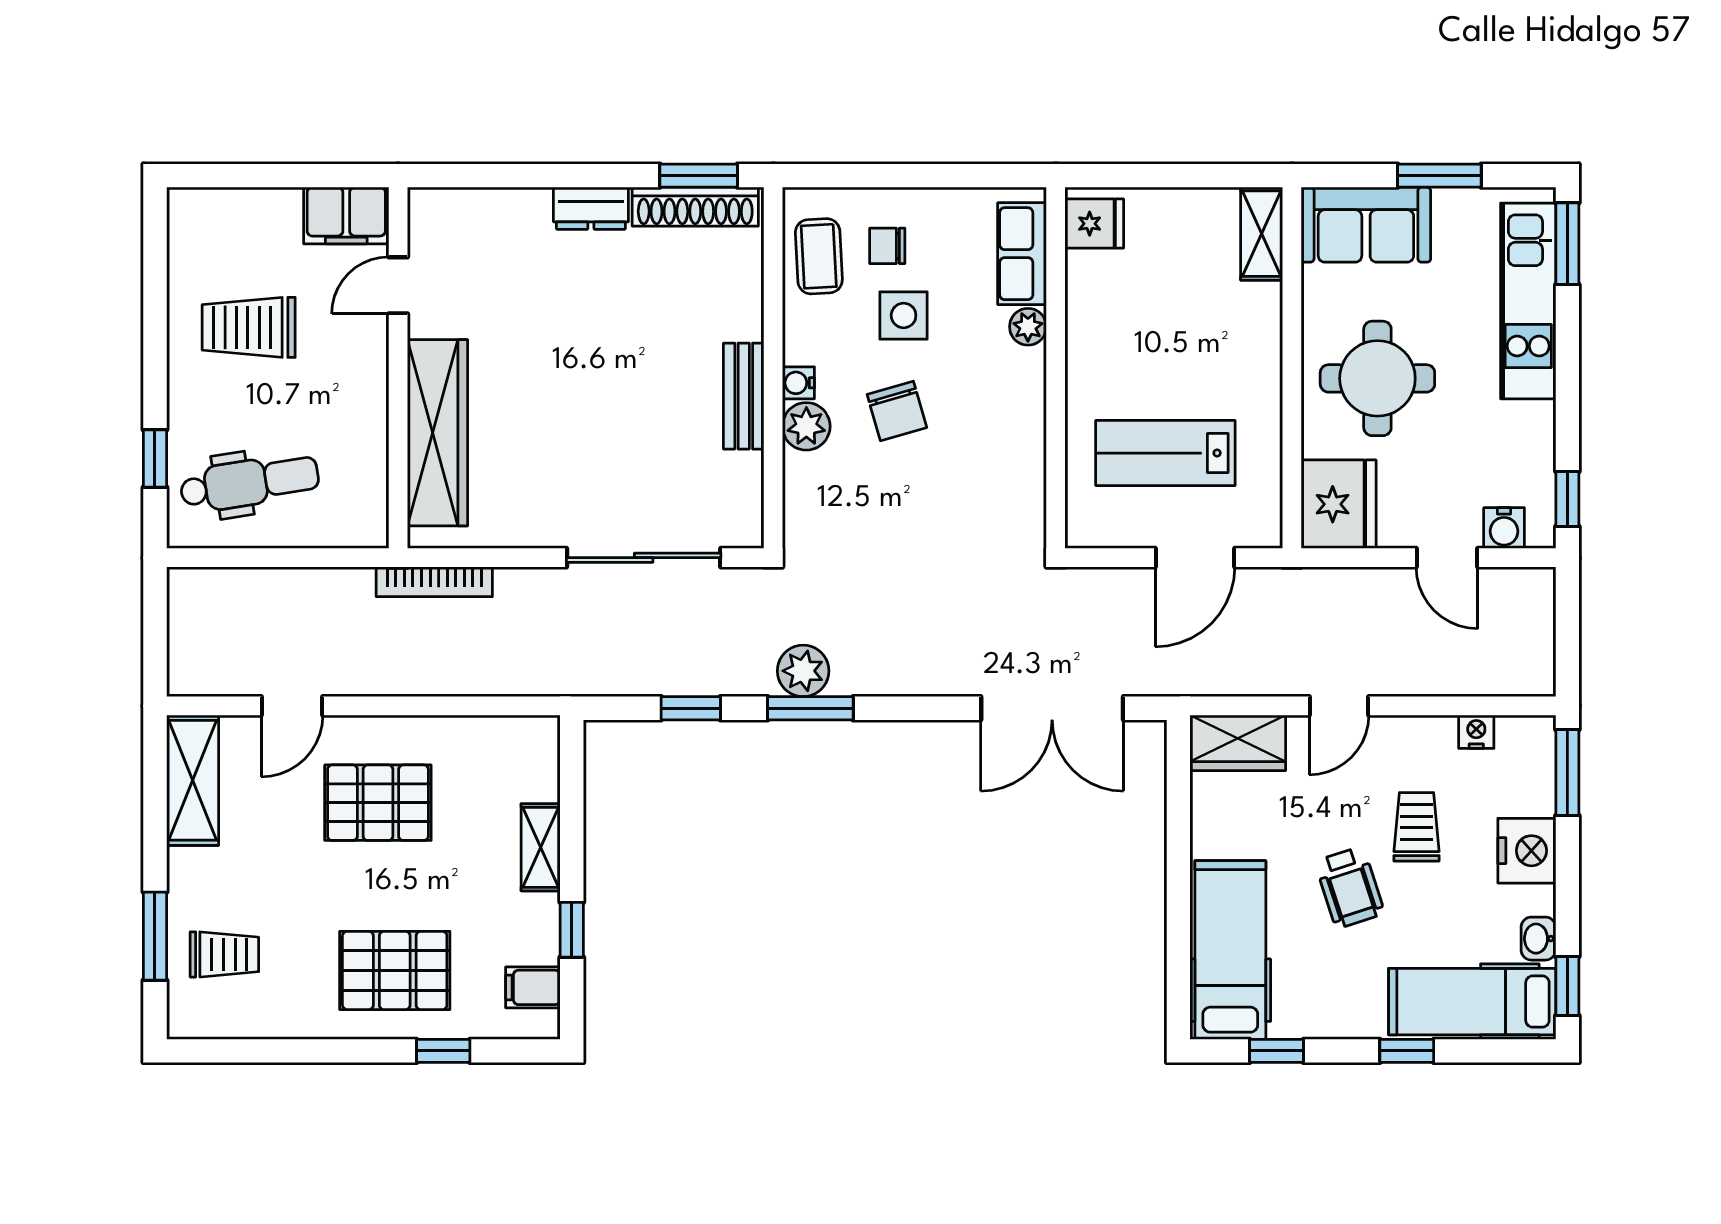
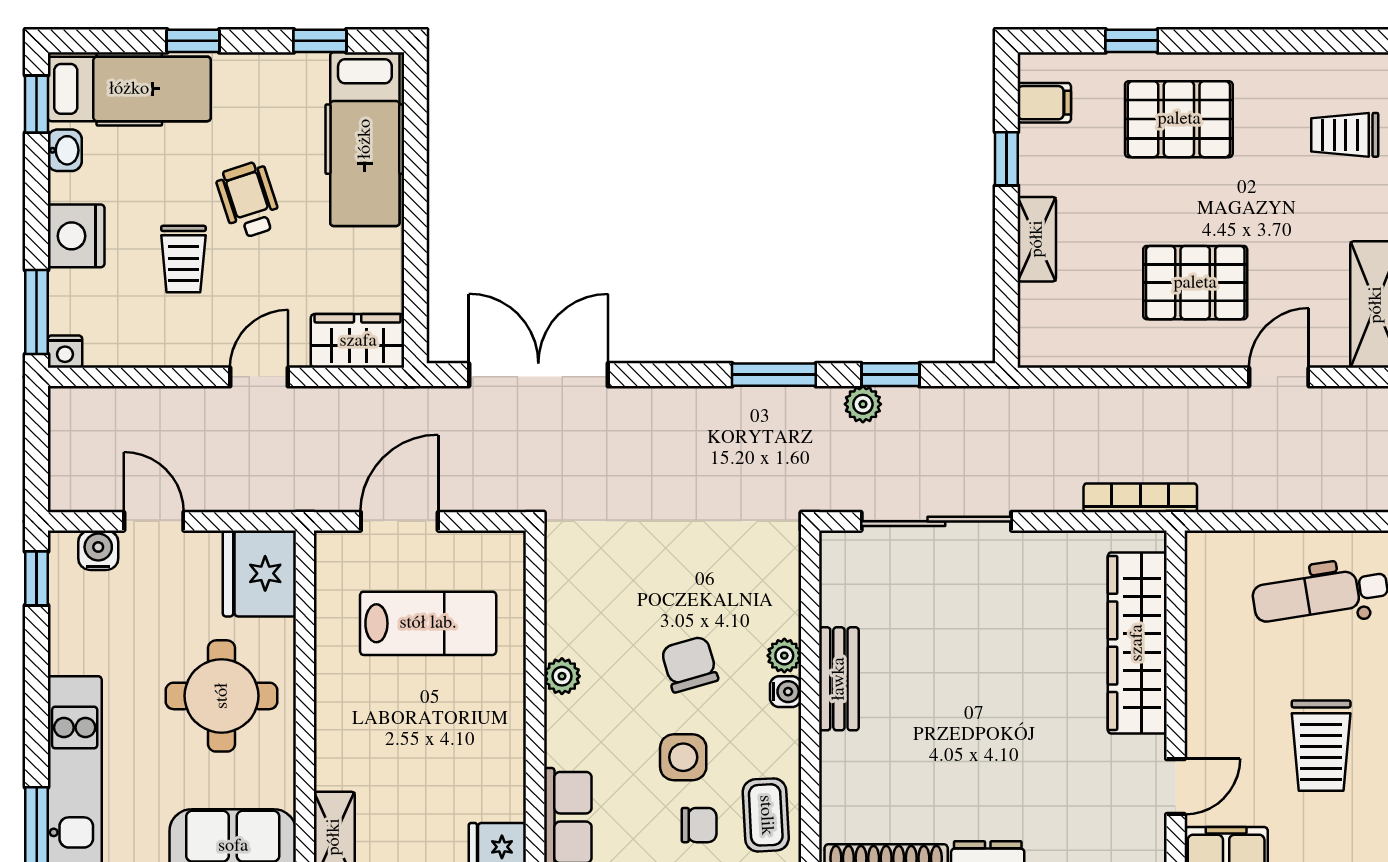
trolley: (249, 327) -> (1321, 746), turned 90
plant: (1028, 327) -> (562, 676), moved
plant: (806, 426) -> (784, 656), width x0.73, depth x0.73
plant: (803, 671) -> (863, 404), moved, width x0.73, depth x0.73
nightstand: (1476, 732) -> (65, 352), moved

